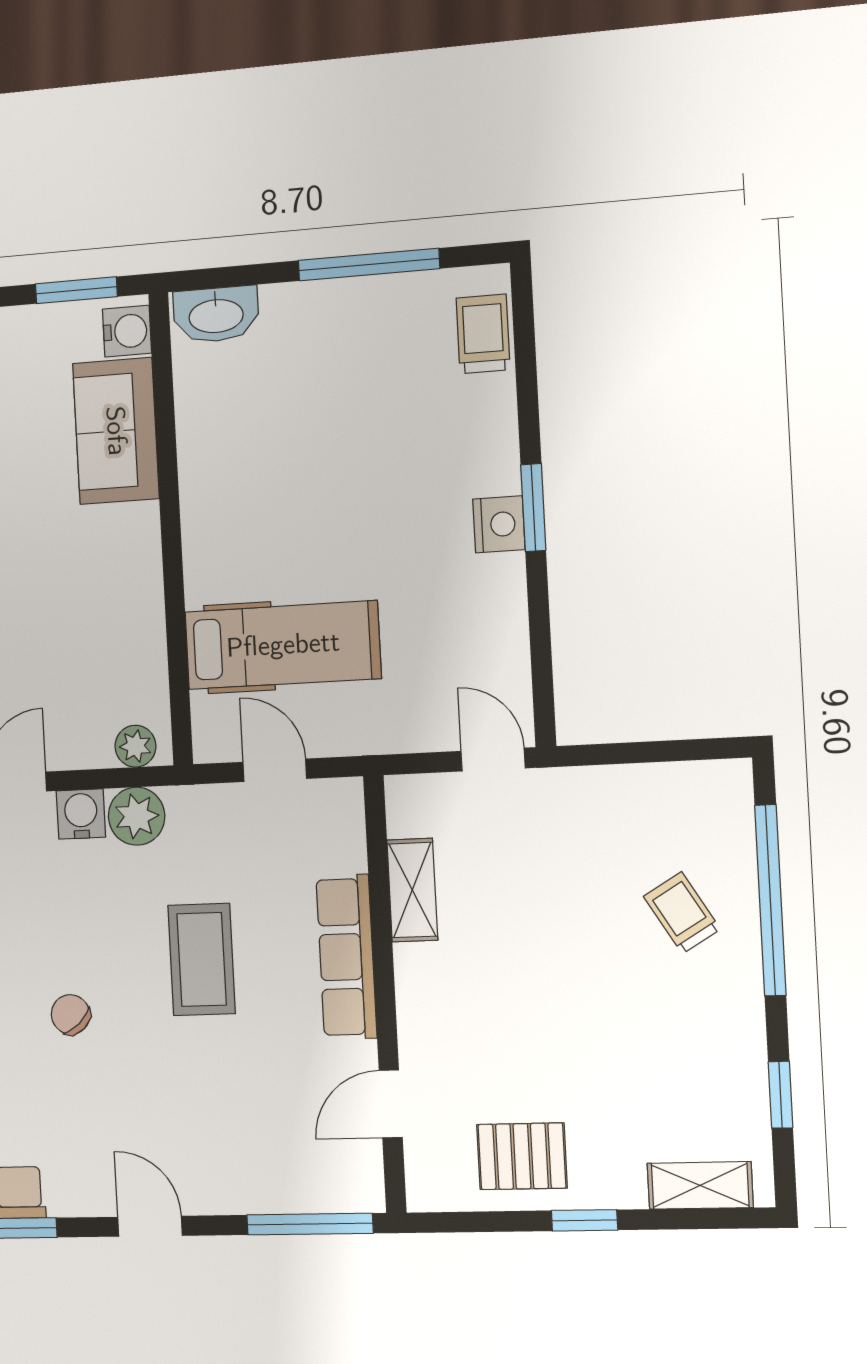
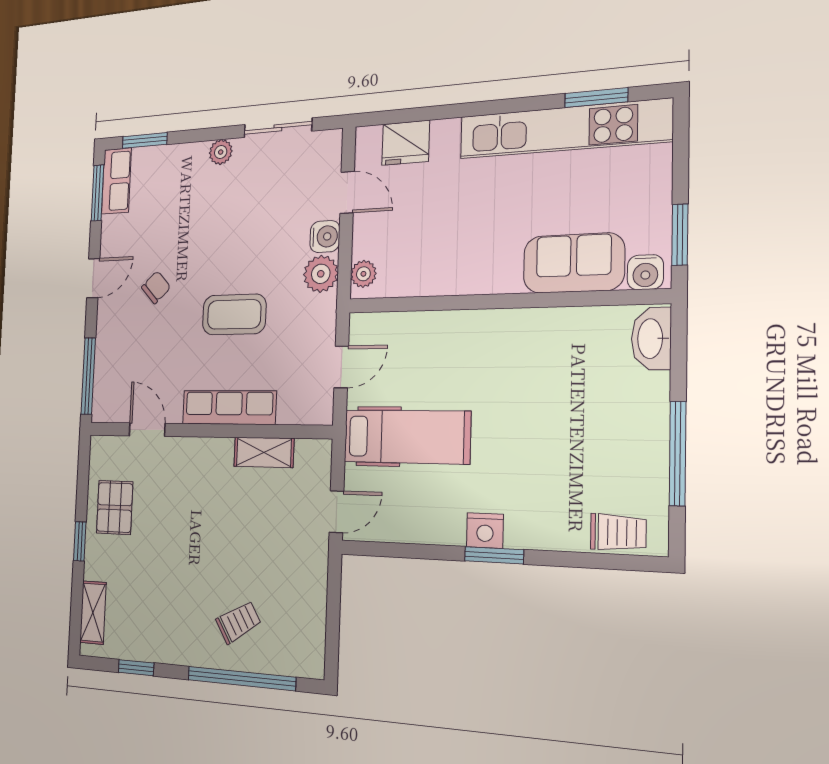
hospital bed: (283, 645) -> (407, 437), moved, turned -90
chair: (71, 1015) -> (156, 287), moved

